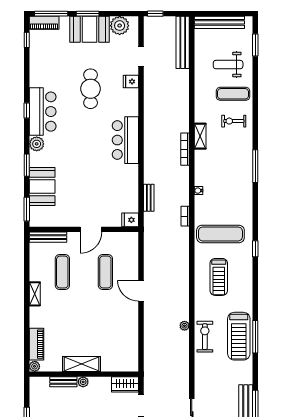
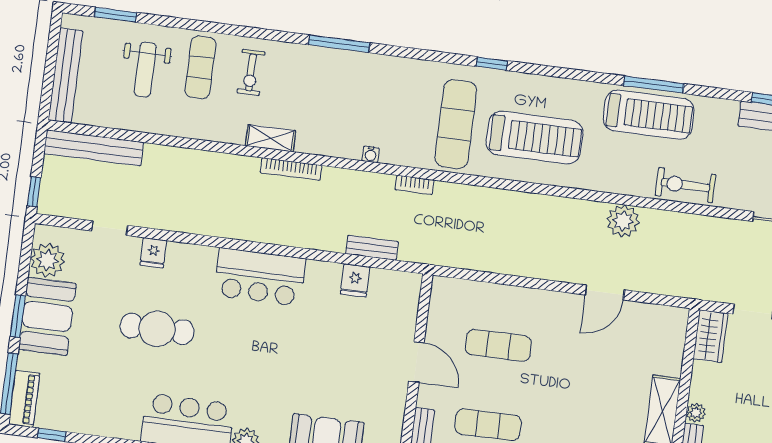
fridge: (130, 220) -> (355, 280), moved
treadmill: (219, 277) -> (535, 138), width x1.37, depth x1.38
door: (141, 291) -> (605, 292), moved
plant: (184, 326) -> (623, 221), width x1.88, depth x1.88
exercise bike: (205, 337) -> (686, 185), moved

